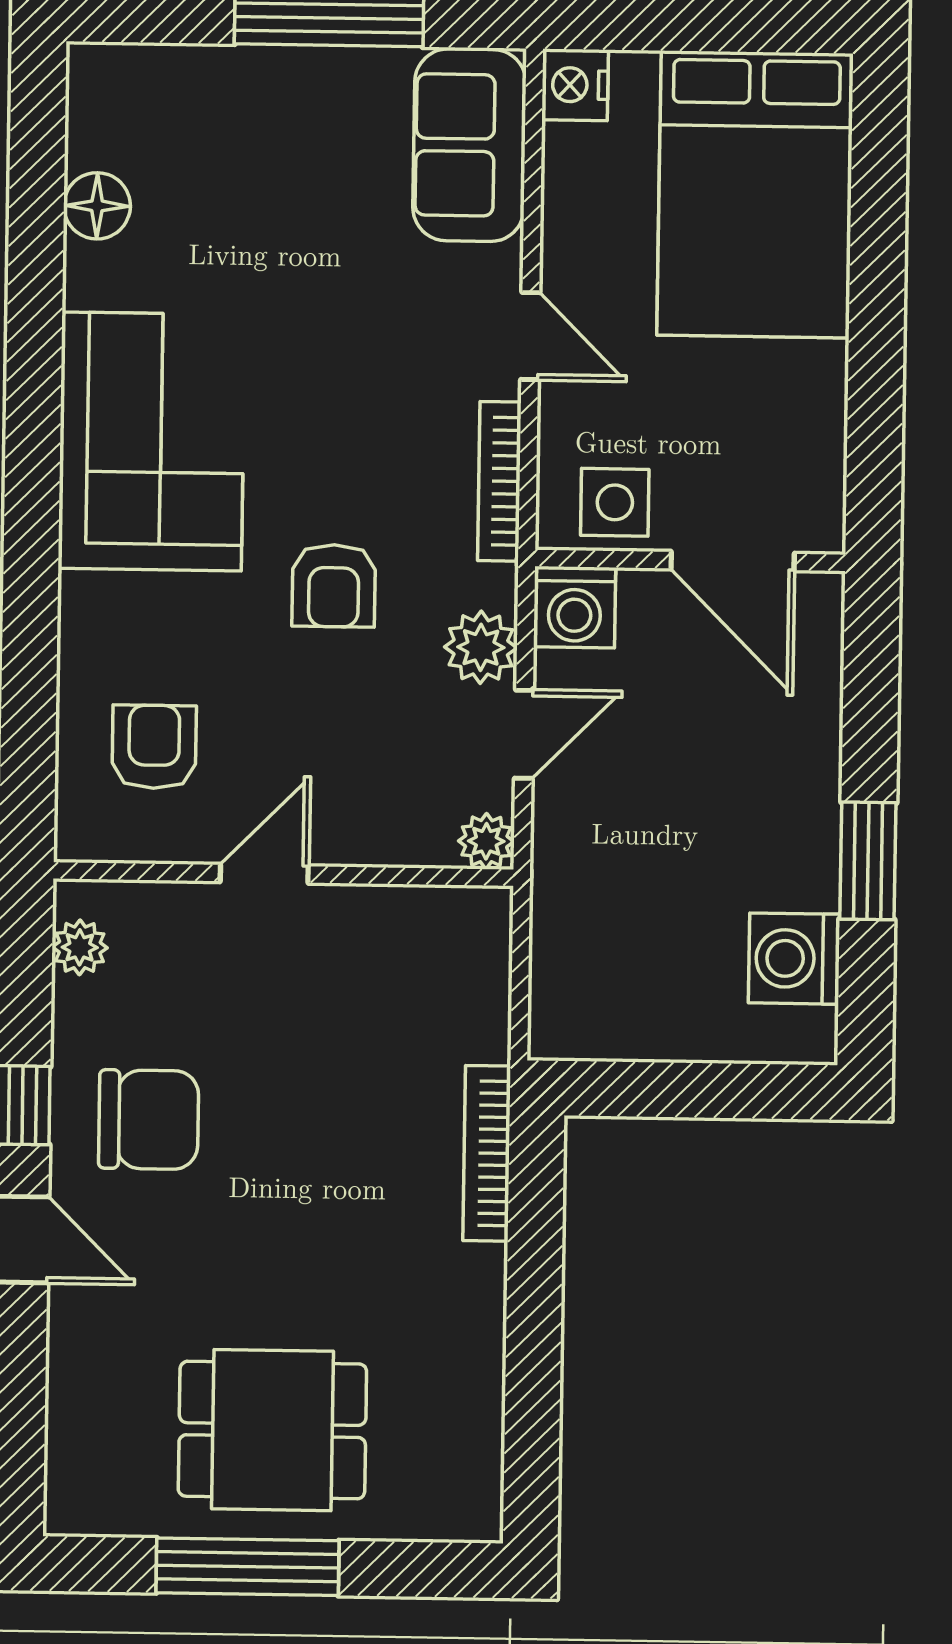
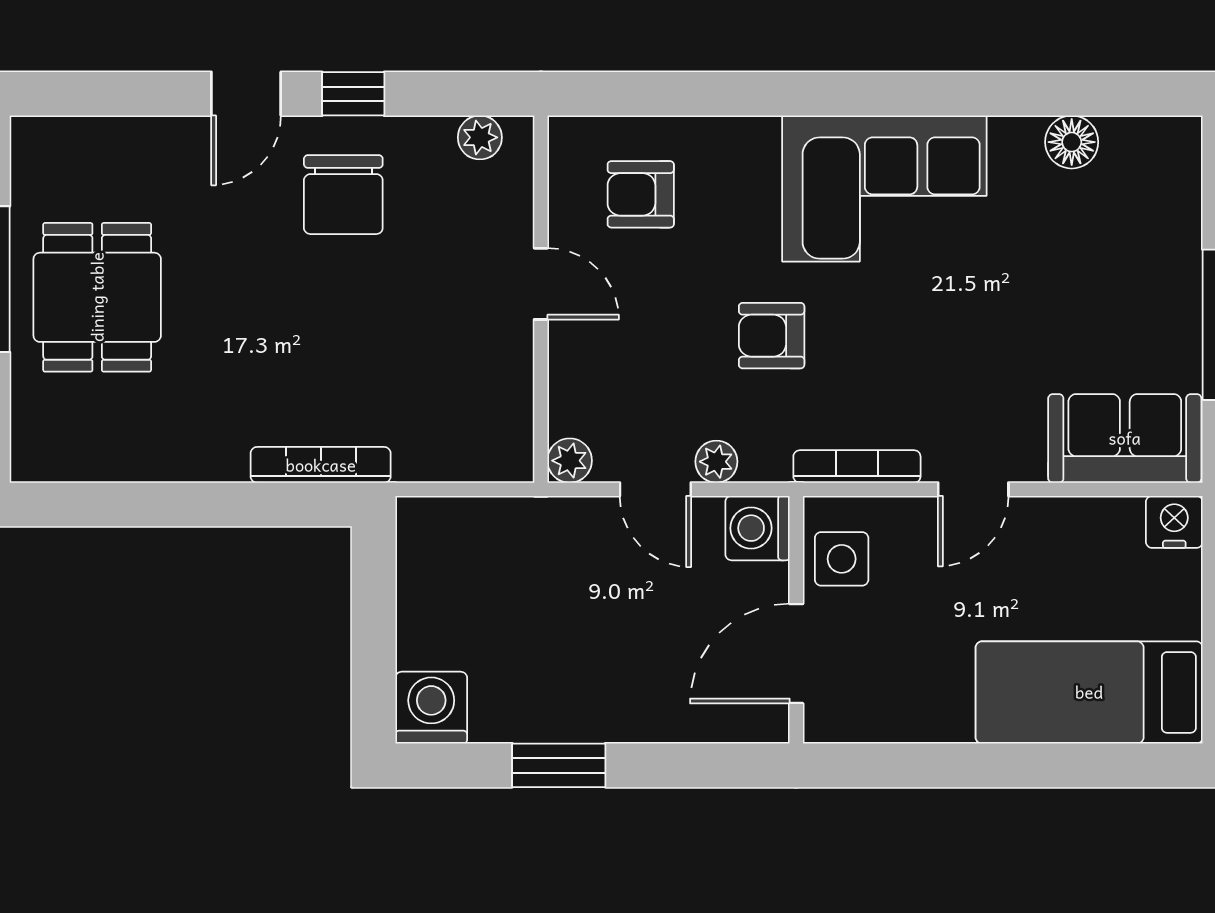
bed: (755, 194) -> (1089, 692), width x0.67
plant: (481, 647) -> (716, 462), width x0.73, depth x0.73
armchair: (154, 747) -> (641, 194), turned 180
washing machine: (794, 959) -> (431, 708), moved

